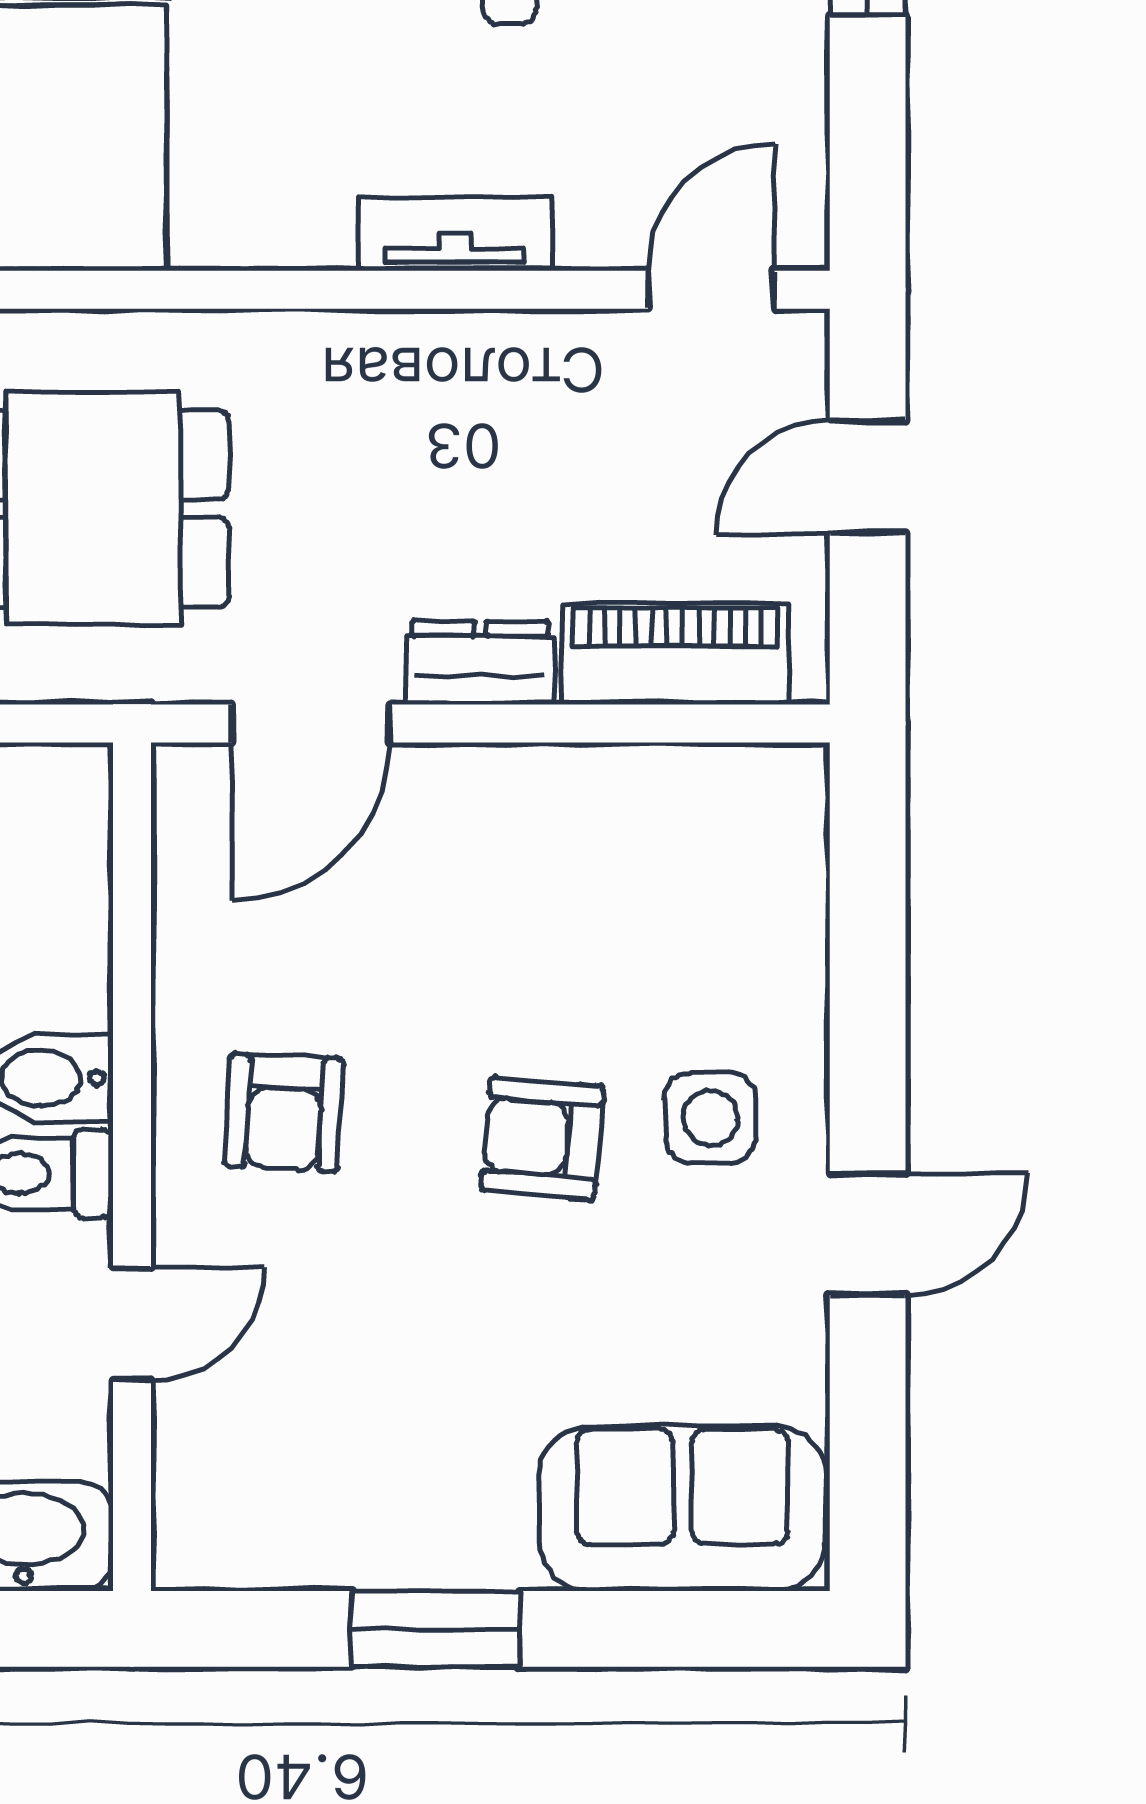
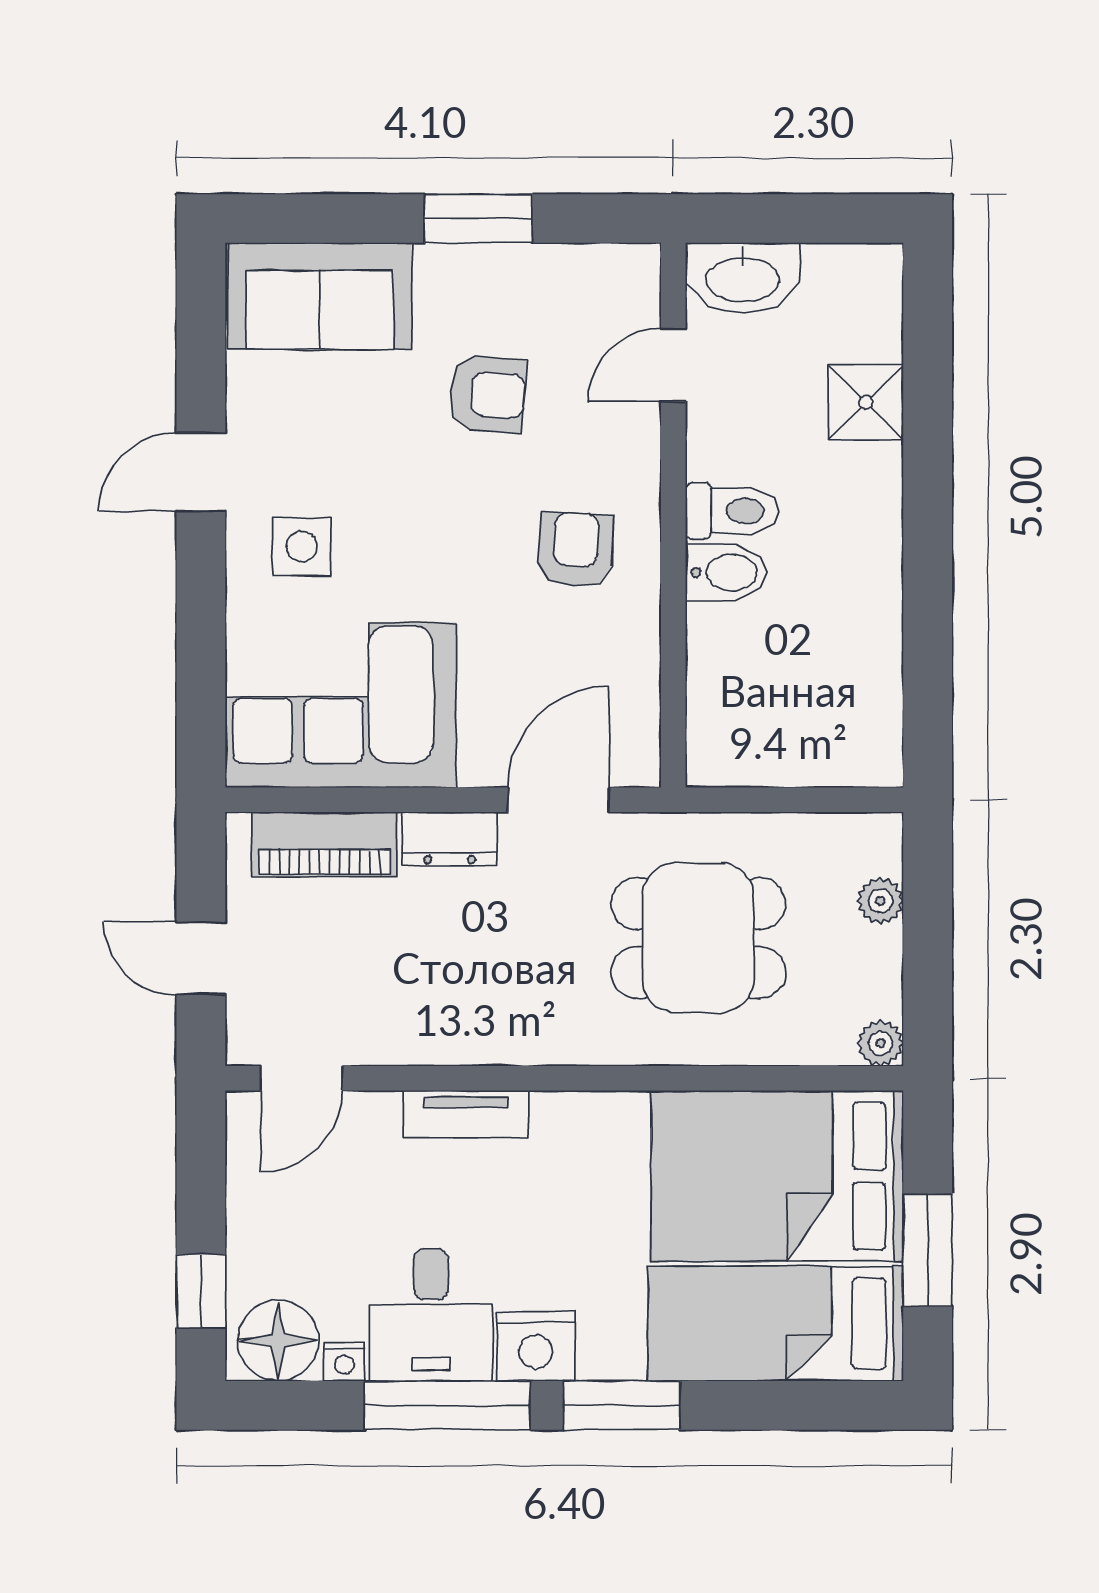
door: (868, 477) -> (201, 958), swing flipped
corner sofa: (650, 871) -> (341, 705), added
armchair: (542, 1138) -> (487, 394), moved
door: (132, 1324) -> (673, 365), moved

